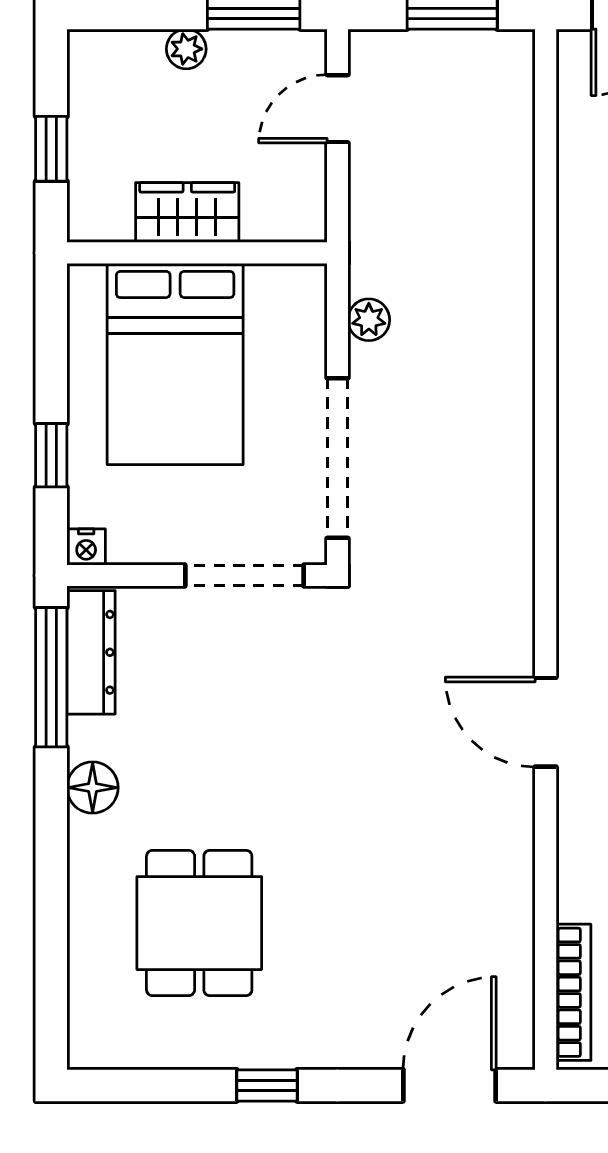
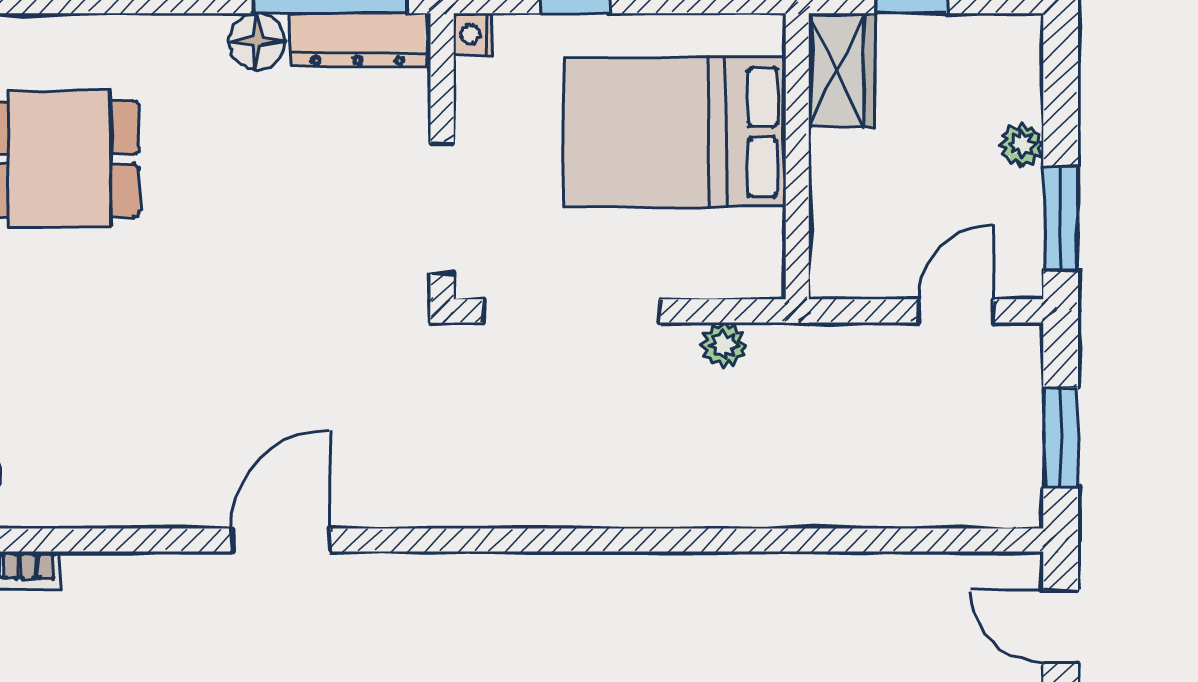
door: (337, 109) -> (956, 311), hinge flipped
wardrobe: (187, 212) -> (842, 71), moved
floor lamp: (93, 788) -> (257, 41), moved

